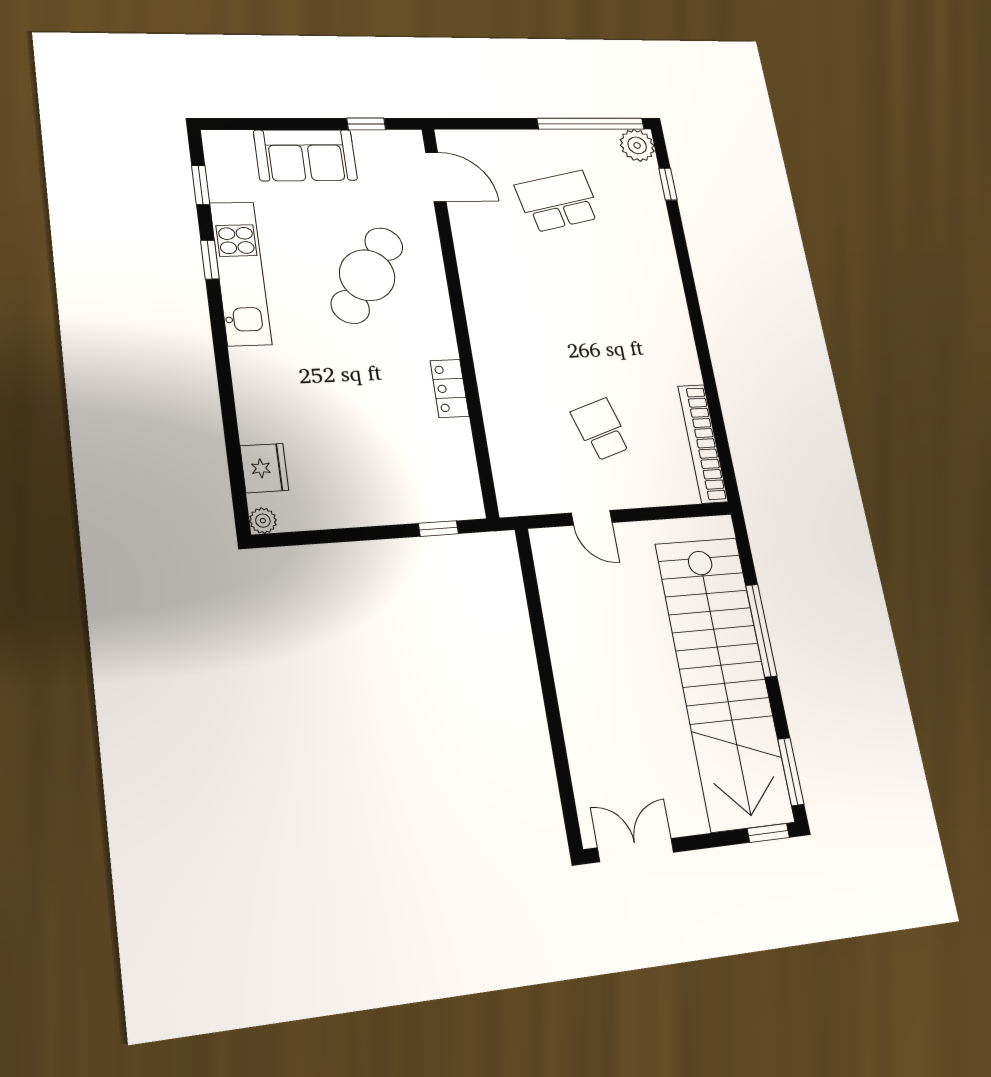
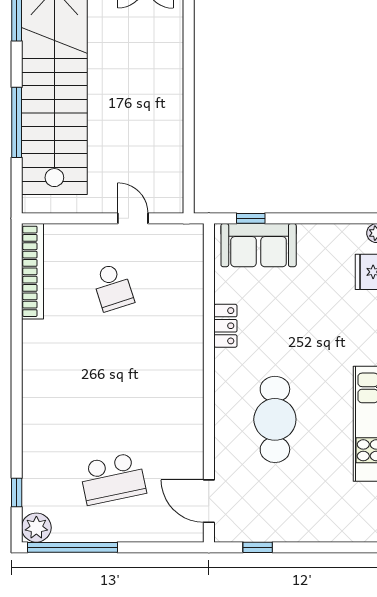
sofa: (306, 155) -> (259, 245), moved, turned 180
cafe table: (367, 275) -> (275, 419), turned -33

